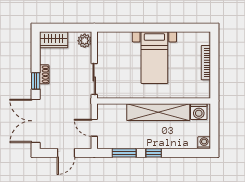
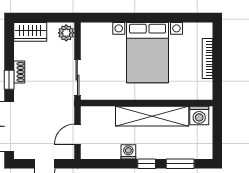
bed with nightstands: (154, 58) -> (148, 53), width x1.36
door: (94, 128) -> (77, 134), hinge flipped
washing machine: (204, 143) -> (128, 152), moved
window: (124, 153) -> (180, 164), moved

